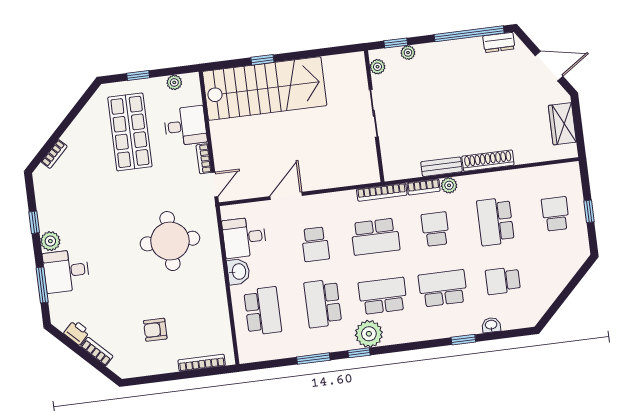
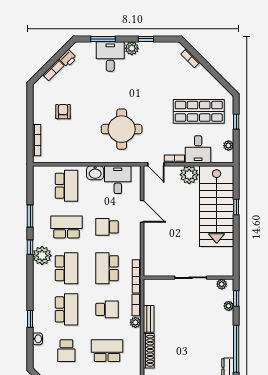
plant: (224, 134) -> (189, 175), added
school desk: (503, 281) -> (66, 351), turned 180
school desk: (263, 311) -> (66, 186), turned -90

